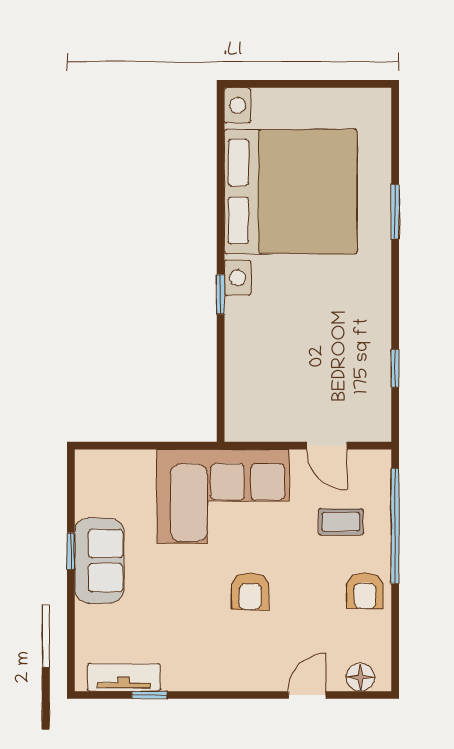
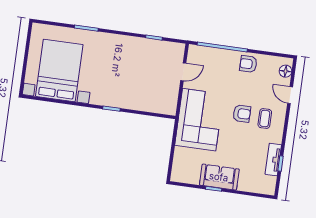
bed with nightstands: (291, 192) -> (59, 70), width x0.73
coffee table: (341, 522) -> (265, 119), moved
armchair: (365, 591) -> (248, 64), turned 180
tv unit: (124, 677) -> (273, 160), moved

